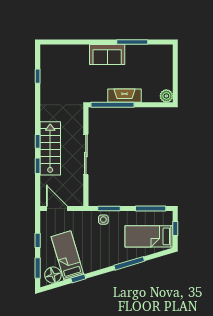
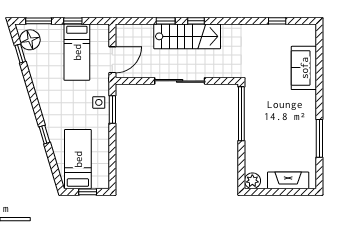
sofa: (107, 55) -> (304, 68), moved
fireplace: (124, 96) -> (288, 180), moved, turned -90
door: (57, 209) -> (112, 60), moved
window: (151, 209) -> (112, 161), removed
bed: (67, 255) -> (77, 52), moved, turned 107
window: (129, 263) -> (44, 135), width x0.46
window: (78, 278) -> (20, 53), moved

